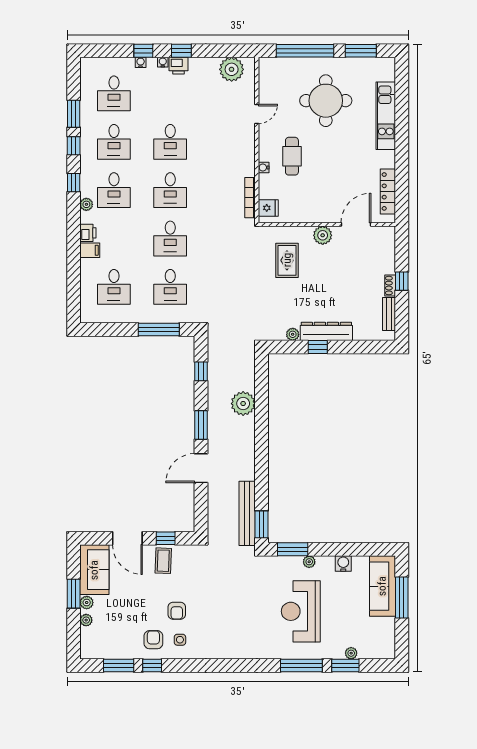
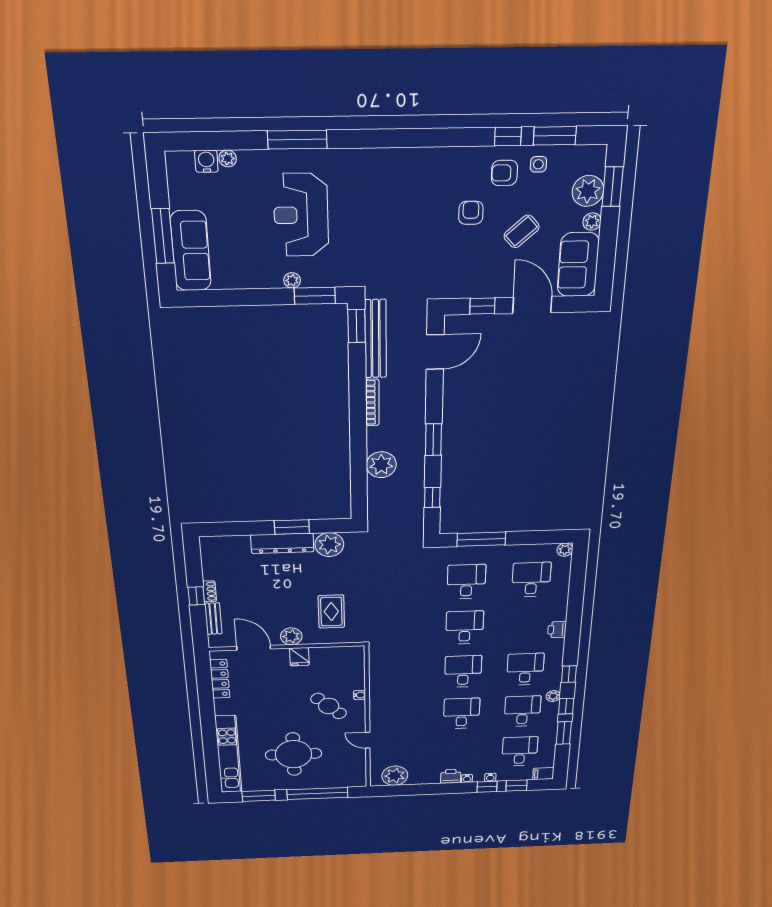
window: (181, 51) -> (517, 786), moved
door: (257, 114) -> (368, 740), hinge flipped
kitchen unit: (386, 116) -> (228, 754), width x1.36
cafe table: (292, 156) -> (329, 706), turned -47
bookcase: (250, 198) -> (372, 402), moved
plant: (86, 204) -> (553, 696), moved
fridge: (268, 208) -> (299, 657), moved, turned -90
door: (356, 224) -> (254, 648), swing flipped
filing cabinet: (90, 250) -> (543, 774), moved
bench: (389, 314) -> (213, 619), moved
plant: (87, 316) -> (565, 550), added
plant: (293, 334) -> (329, 545), width x1.87, depth x1.87
window: (318, 347) -> (292, 527), width x1.50
door: (201, 468) -> (435, 352), moved
coffee table: (163, 561) -> (522, 231), moved, turned 46
water cooler: (343, 563) -> (206, 161), moved, turned 180
window: (74, 594) -> (613, 187), moved
reception desk: (301, 611) -> (301, 215), turned 180
plant: (86, 620) -> (588, 191), width x1.88, depth x1.88
armchair: (153, 640) -> (504, 173), turned 90
side table: (180, 640) -> (538, 164), moved
window: (345, 666) -> (235, 141), removed

